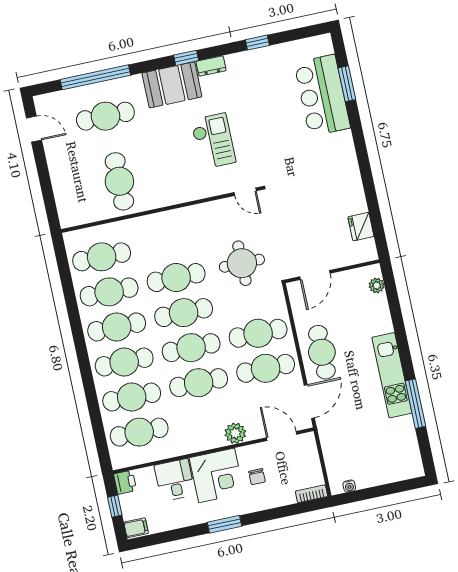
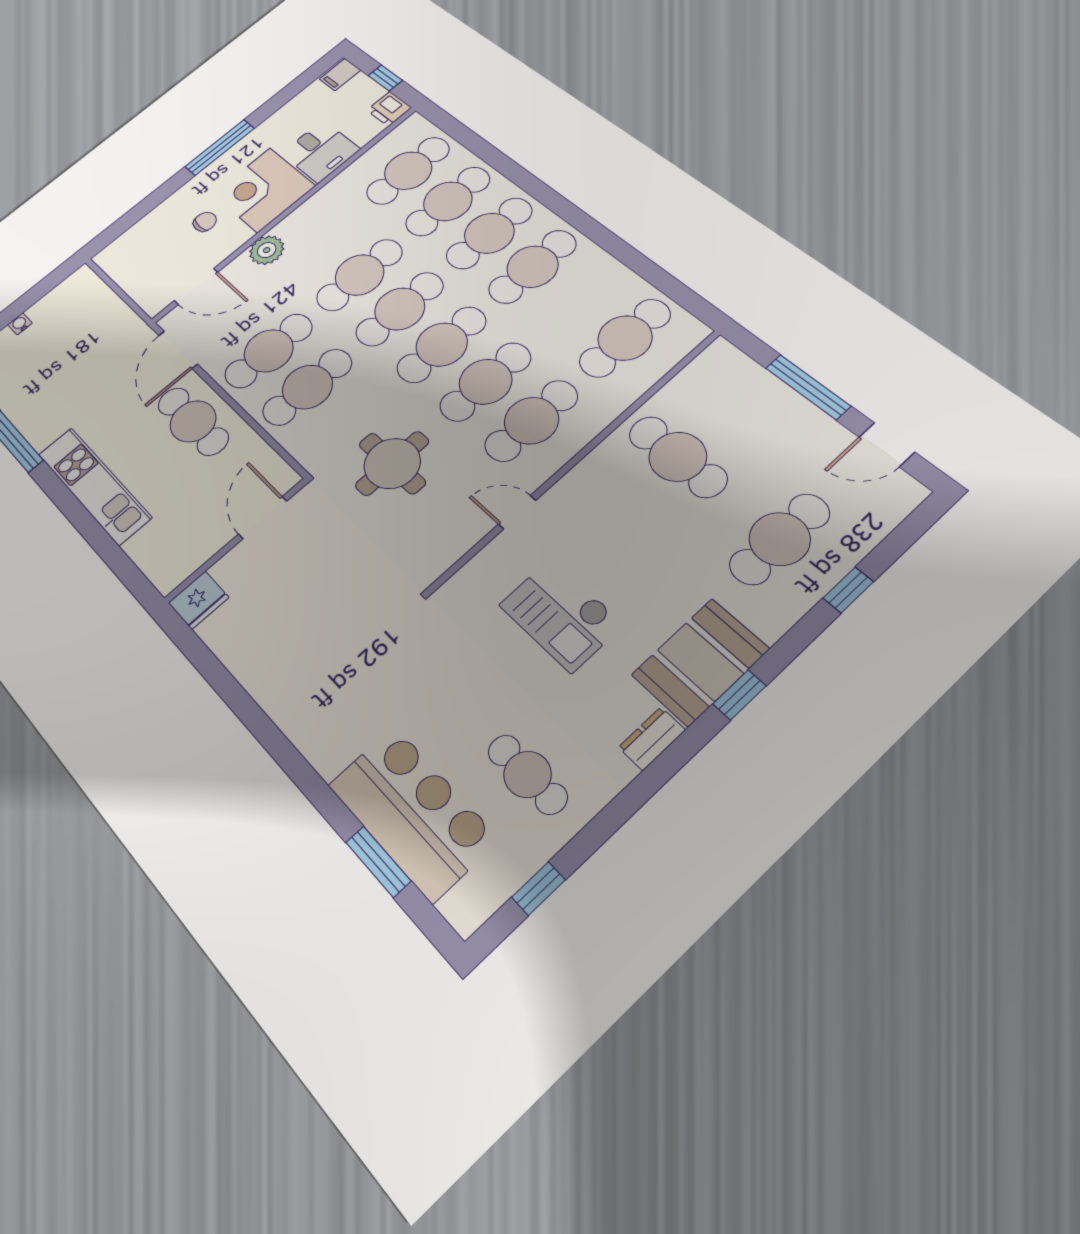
window: (257, 43) -> (538, 889), moved
window: (186, 58) -> (739, 695), moved
window: (95, 77) -> (848, 590), width x0.32
cafe table: (268, 82) -> (527, 774), added
window: (44, 177) -> (808, 387), added
door: (245, 192) -> (517, 512), moved
fridge: (361, 227) -> (199, 600), moved, turned 90
plant: (377, 285) -> (153, 563), removed
cafe table: (109, 292) -> (531, 421), moved
kitchen unit: (392, 375) -> (94, 485), moved
chair: (257, 477) -> (205, 222), turned 90
water cooler: (349, 486) -> (20, 324), moved
bookcase: (312, 494) -> (115, 248), removed
window: (224, 524) -> (220, 147), width x1.44

